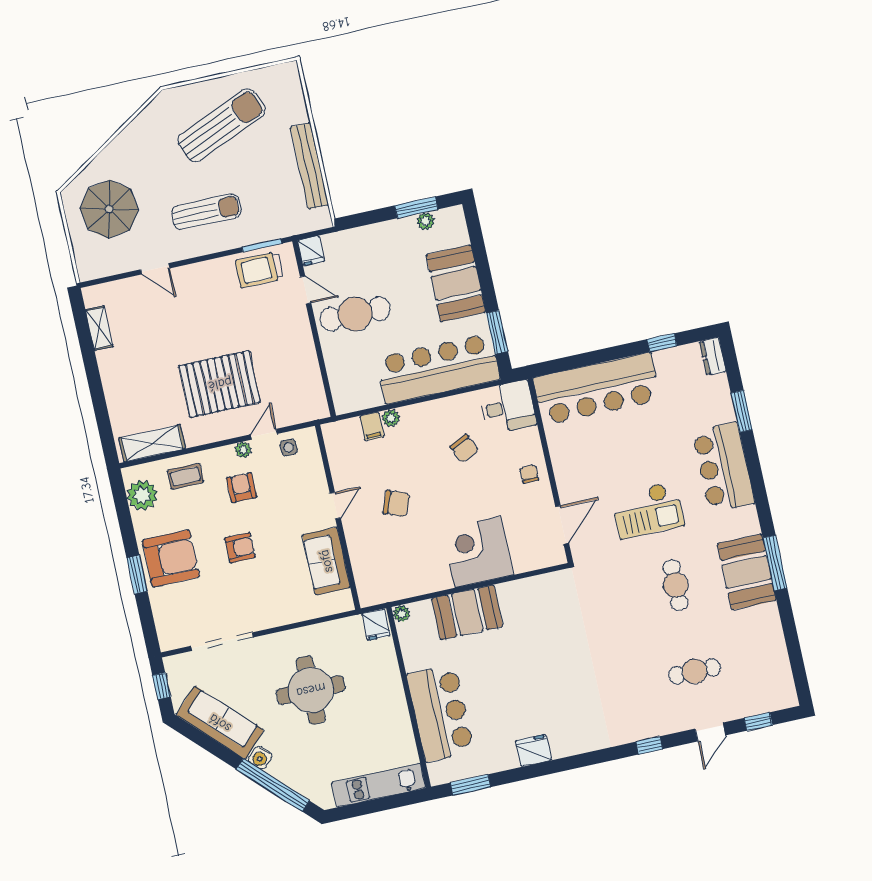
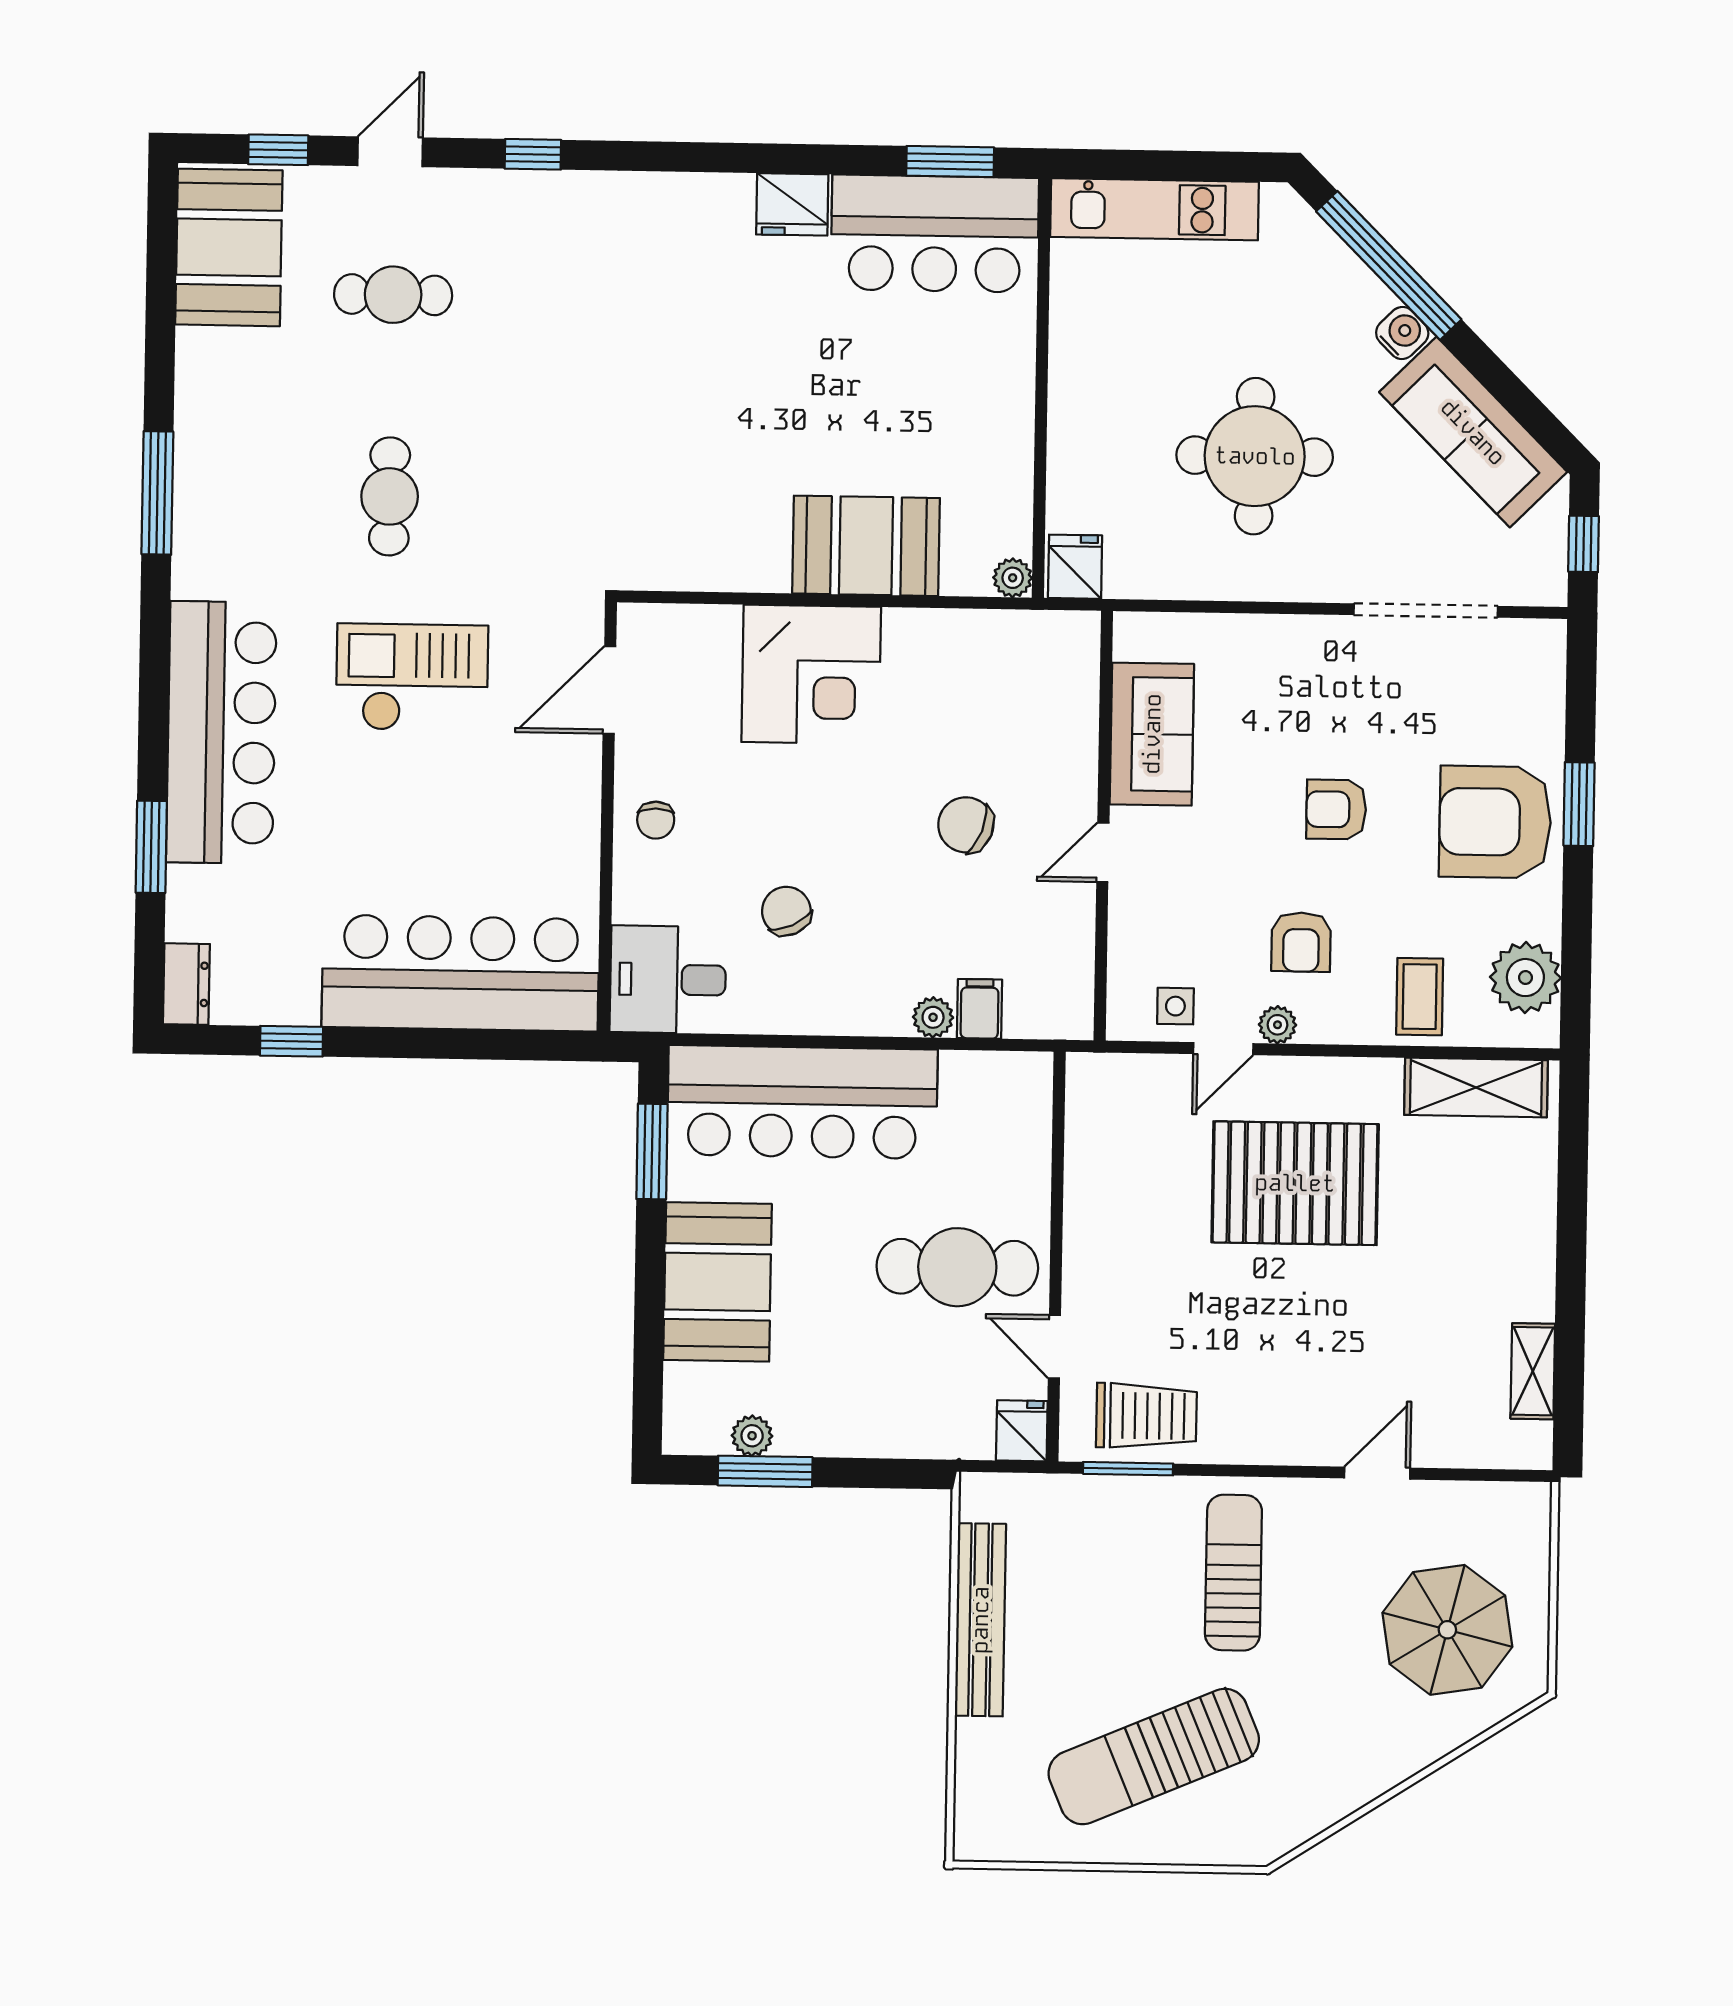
sun lounger: (206, 212) -> (1233, 1573), turned 90
door: (155, 269) -> (1377, 1473), hinge flipped
bar counter: (723, 467) -> (221, 732), width x1.36
coffee table: (185, 476) -> (1420, 997), turned 90
booth: (747, 572) -> (229, 247), moved
bar counter: (440, 713) -> (935, 234), moved, turned -90

